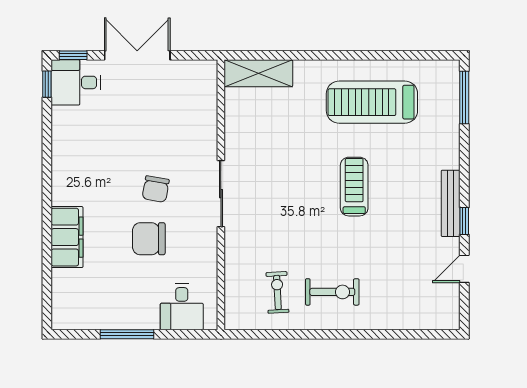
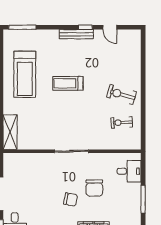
chair: (156, 189) -> (71, 199), moved
exercise bike: (332, 292) -> (121, 94), turned -74

